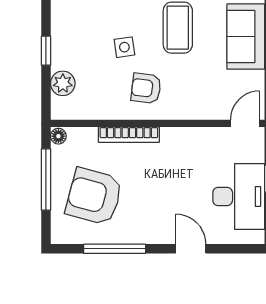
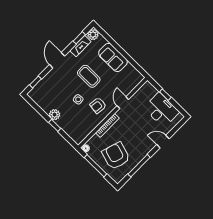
plant: (63, 83) -> (55, 115), moved
door: (245, 123) -> (123, 103), moved
armchair: (94, 196) -> (116, 156), turned 92

